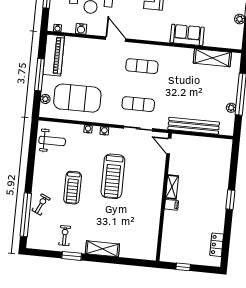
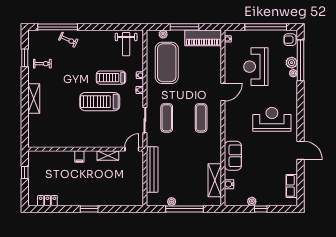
water cooler: (81, 29) -> (229, 184), moved
shelving: (172, 187) -> (108, 156), moved
treadmill: (73, 188) -> (111, 78), moved
window: (72, 256) -> (25, 58), moved

